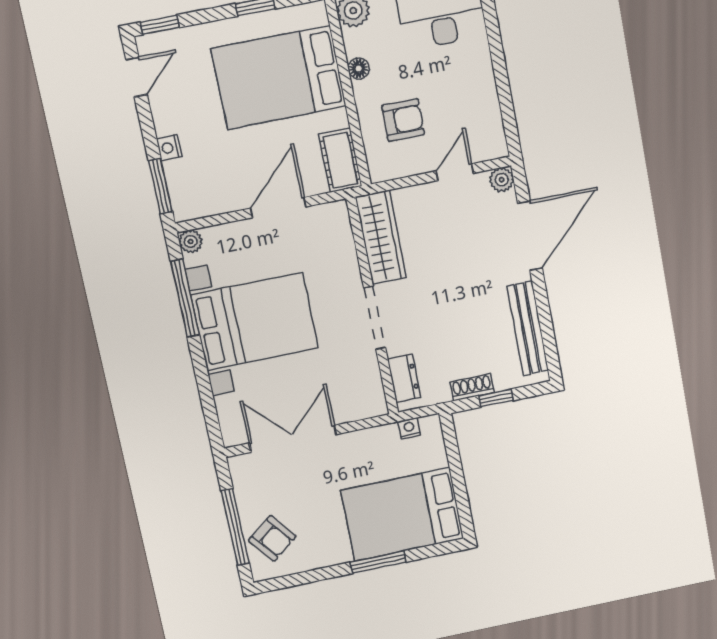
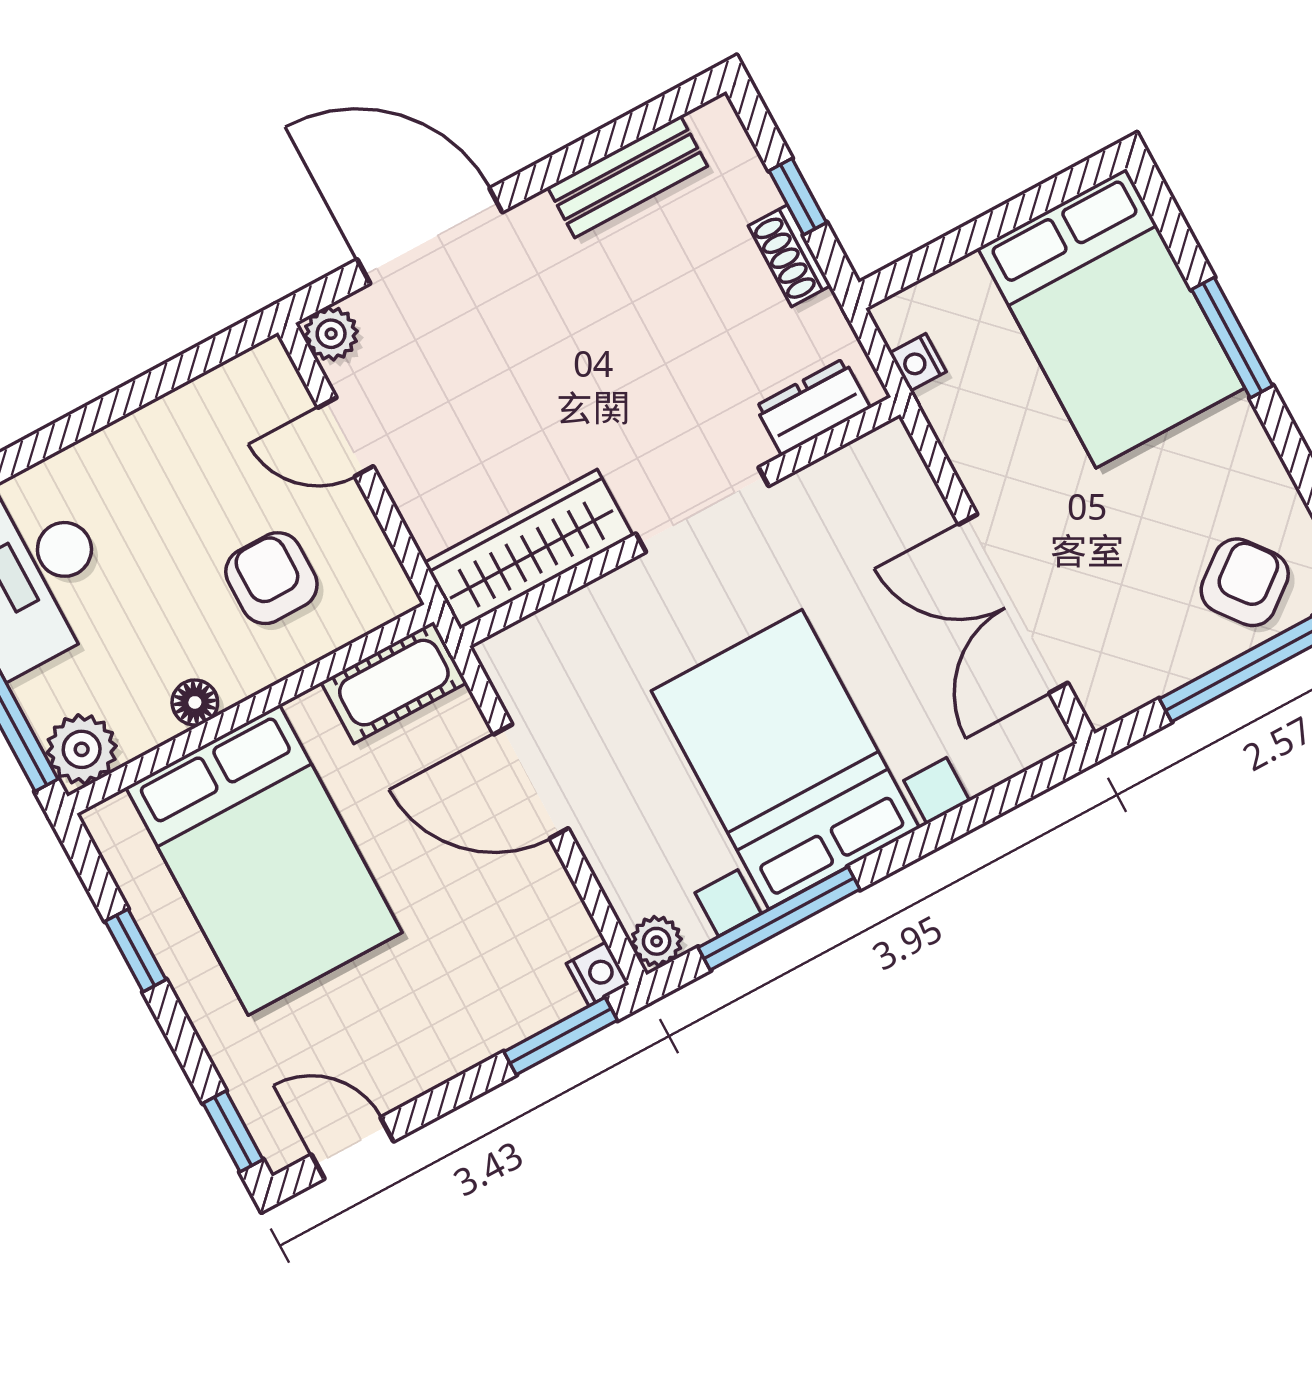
nightstand: (169, 148) -> (598, 974), moved, turned -90
bench: (528, 328) -> (628, 177), width x0.73

